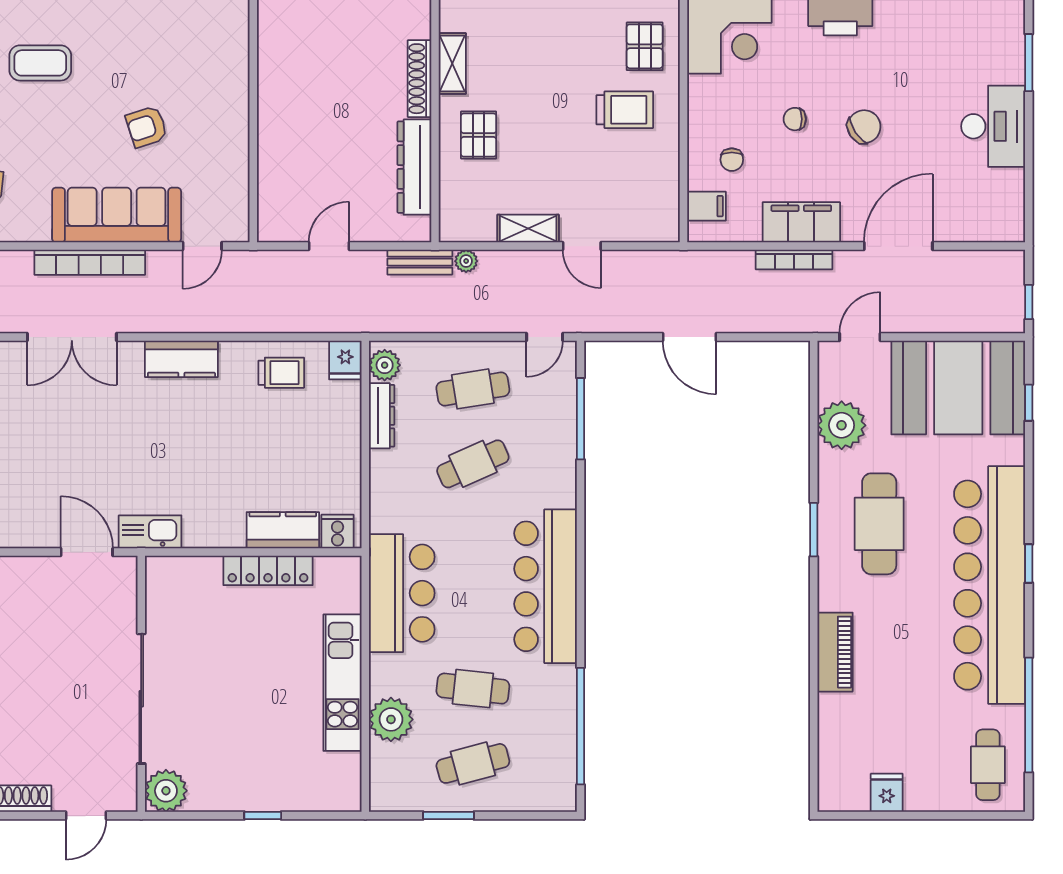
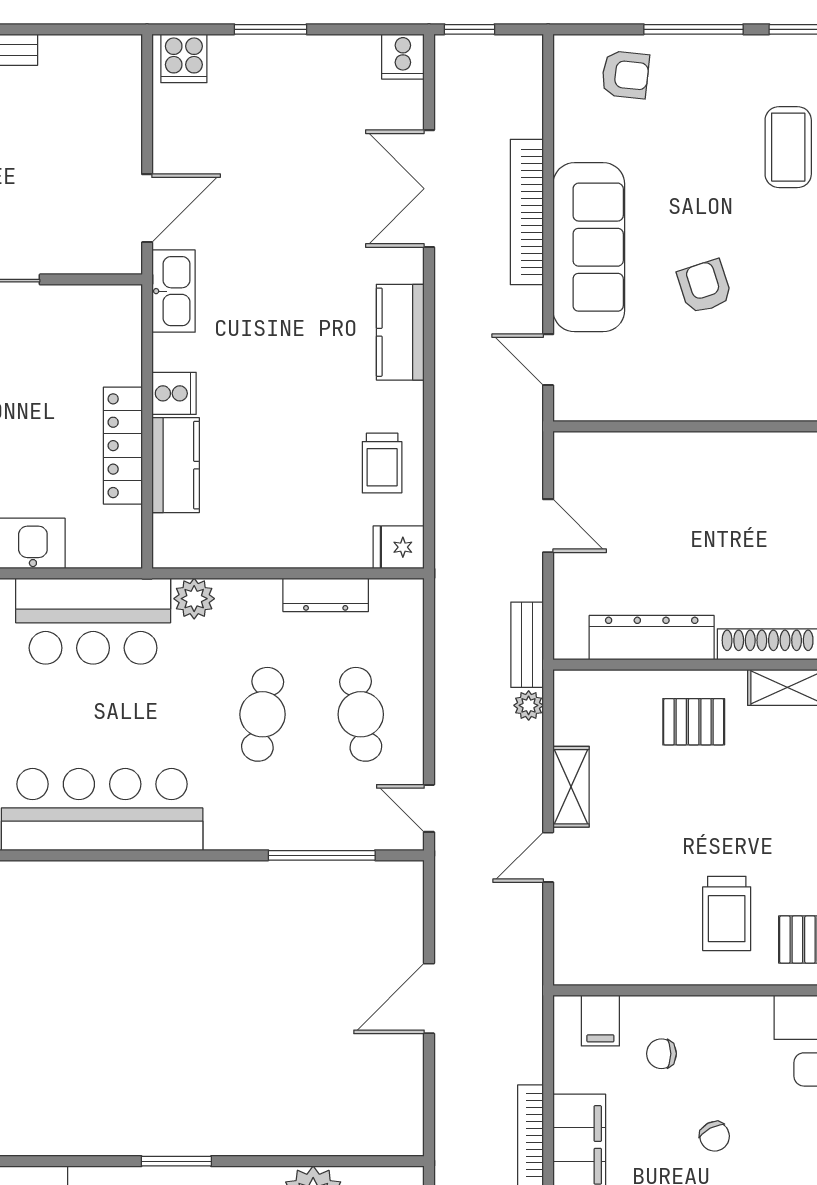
chair: (795, 119) -> (715, 1136), turned 152
plant: (385, 365) -> (194, 599), moved
cafe table: (473, 464) -> (263, 714), turned 33
cooker: (338, 531) -> (174, 393), moved

